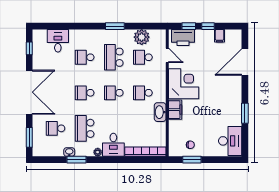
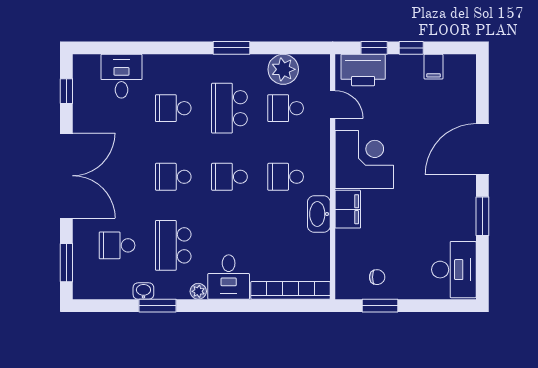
door: (245, 62) -> (482, 149), moved

